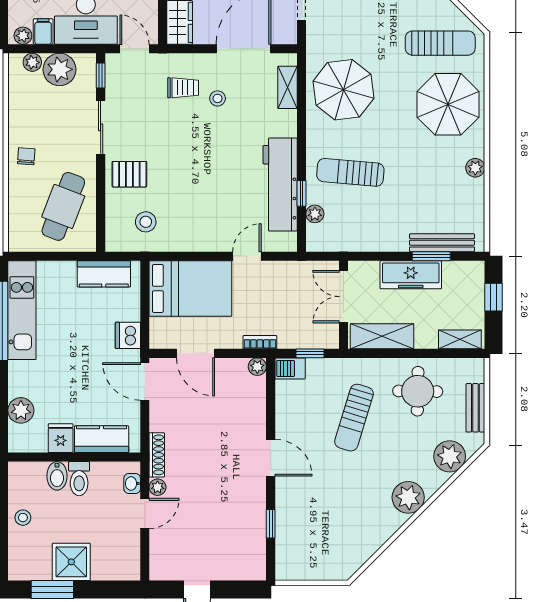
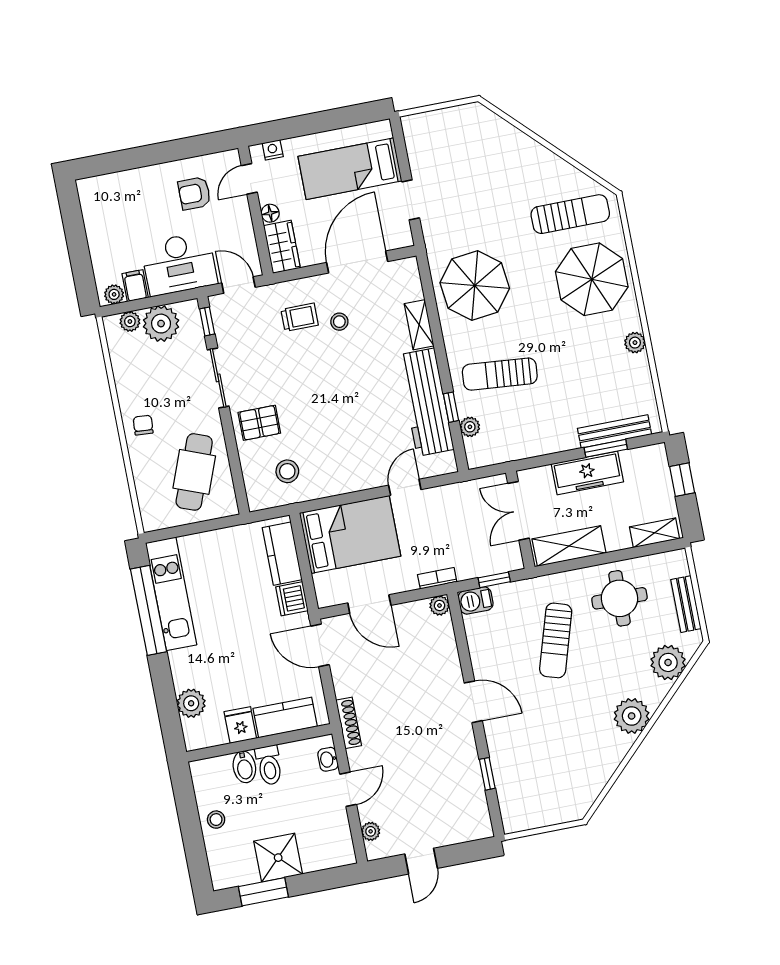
shelving: (288, 87) -> (419, 325), moved
kitchen counter: (104, 274) -> (282, 554), moved, turned 90
plant: (158, 487) -> (371, 831), moved

